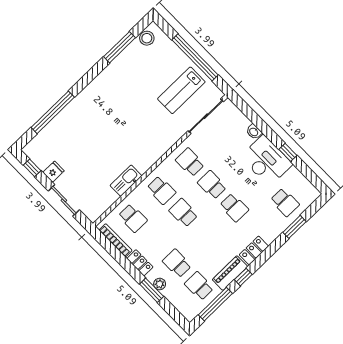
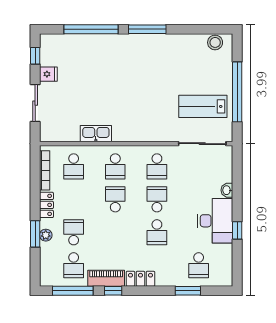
window: (119, 47) -> (147, 29), moved
school desk: (190, 162) -> (157, 166), turned 180
school desk: (199, 286) -> (74, 265), turned 180

